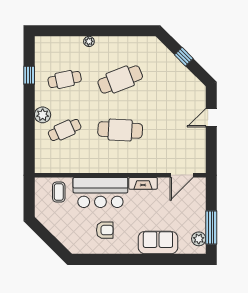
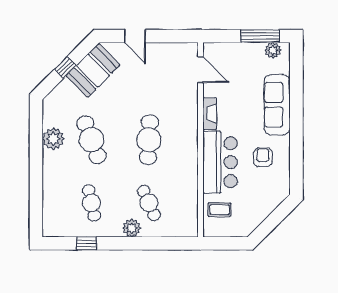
plant: (89, 41) -> (53, 139), moved, width x1.88, depth x1.88
booth: (181, 81) -> (93, 71), added
sofa: (158, 243) -> (277, 105), width x1.36

